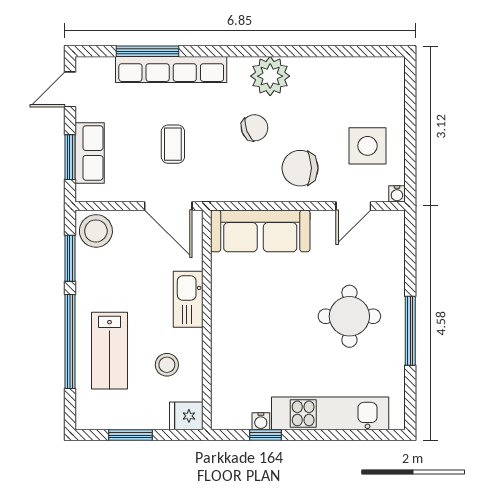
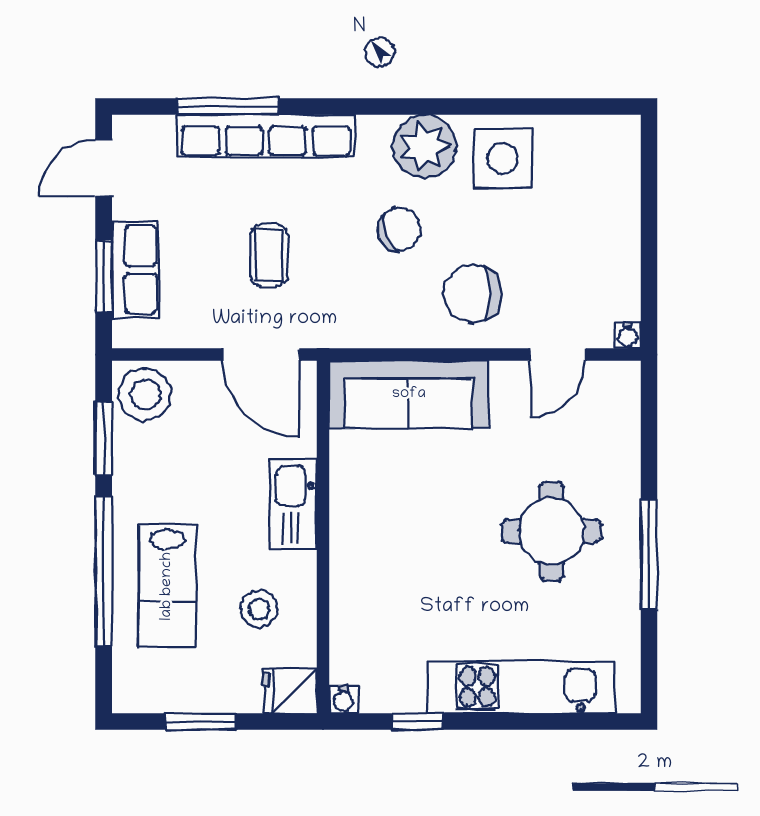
side table: (367, 146) -> (503, 159), moved
water cooler: (261, 421) -> (343, 699), moved

